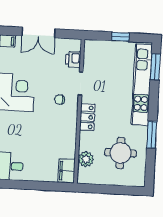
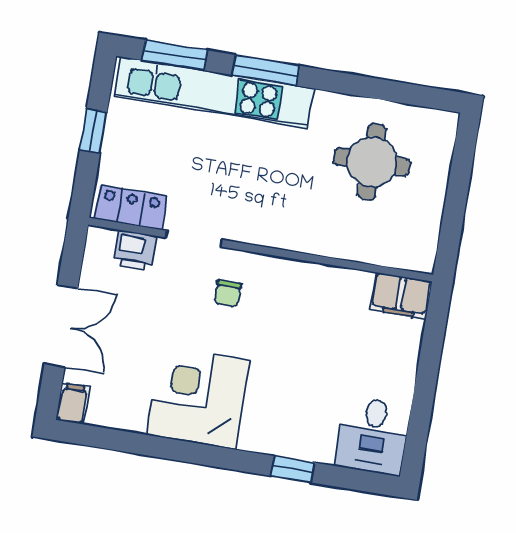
locker: (87, 117) -> (131, 207), moved
window: (152, 135) -> (266, 70), moved
plant: (86, 159) -> (377, 246), removed

